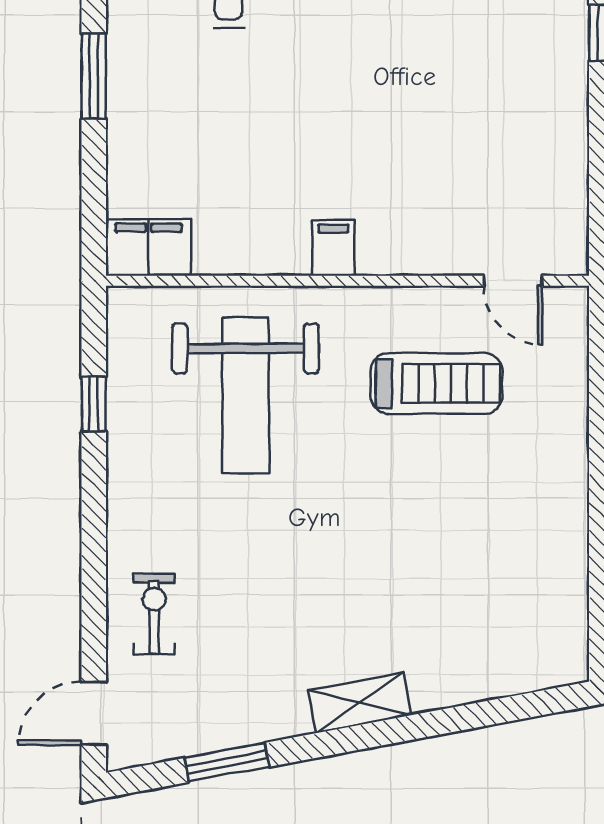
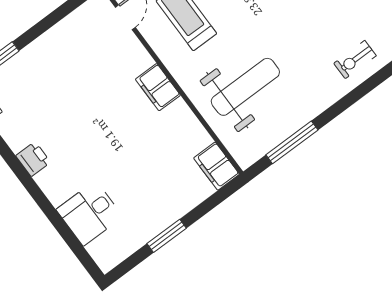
filing cabinet: (333, 248) -> (158, 87), width x2.00
window: (94, 404) -> (292, 142), width x2.17

